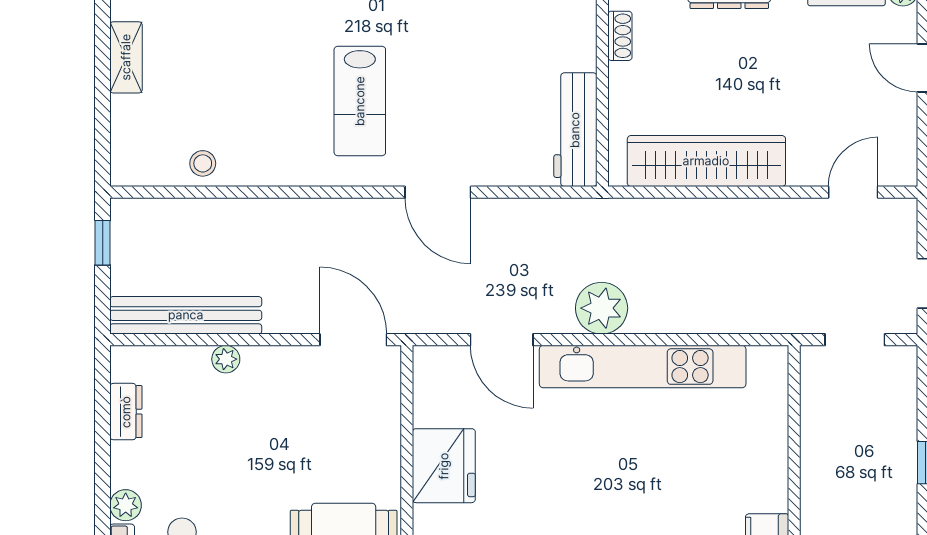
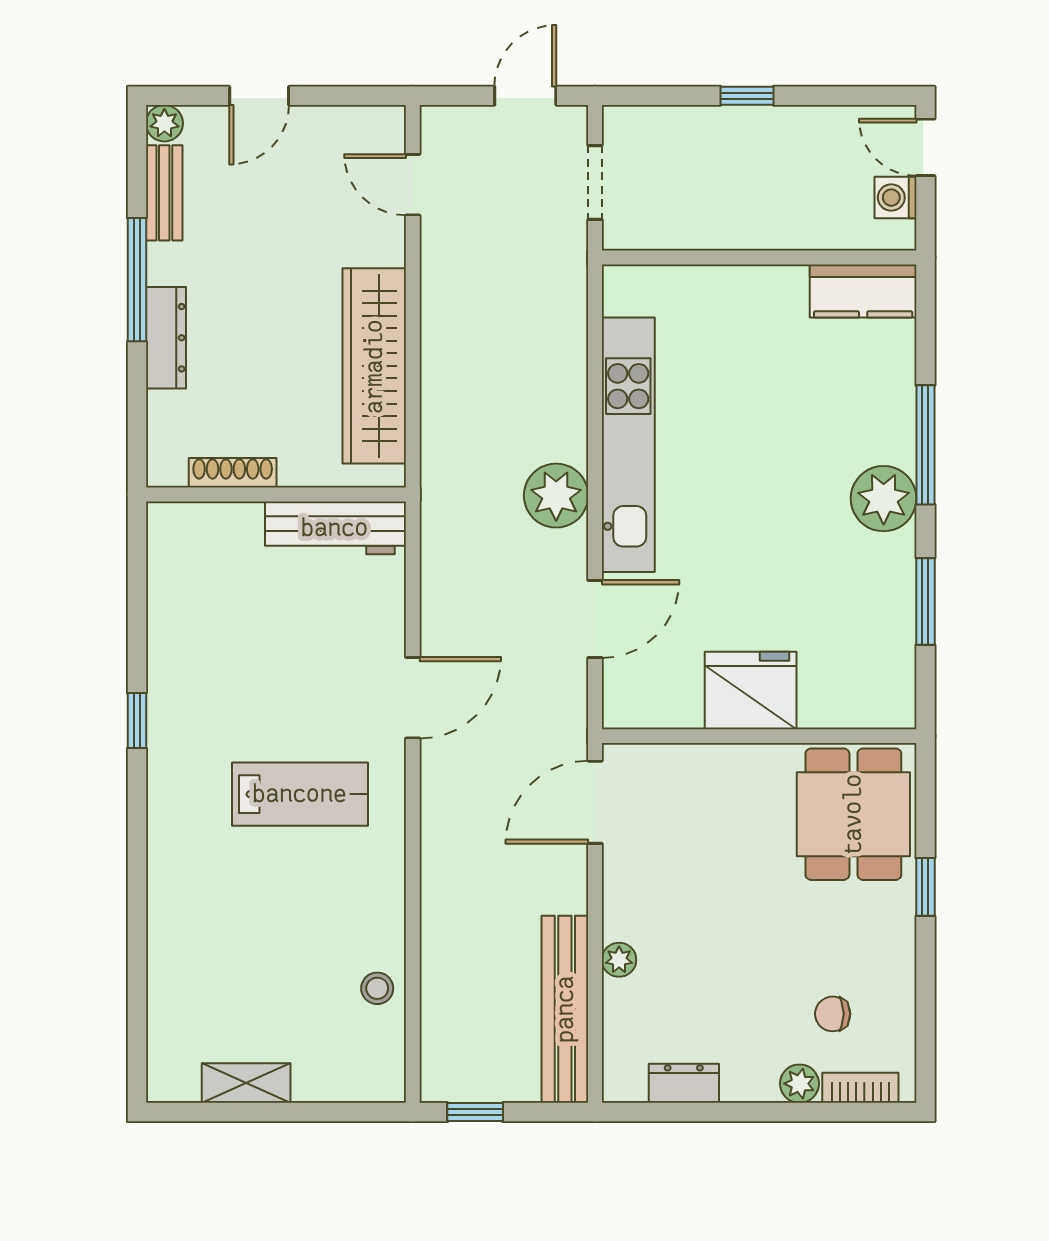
shoe rack: (620, 36) -> (233, 473), width x1.43

